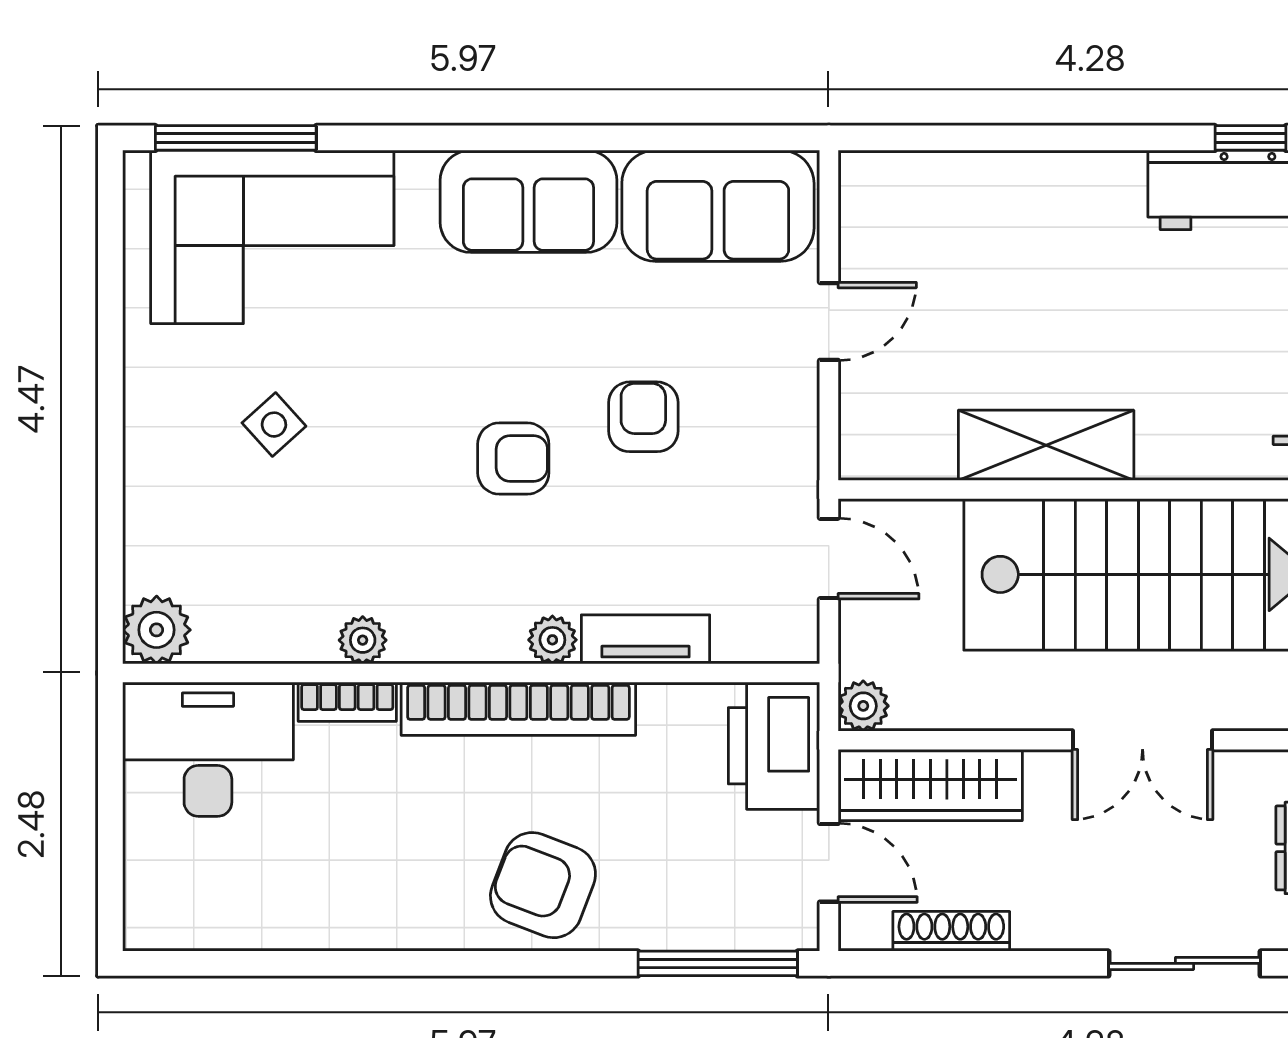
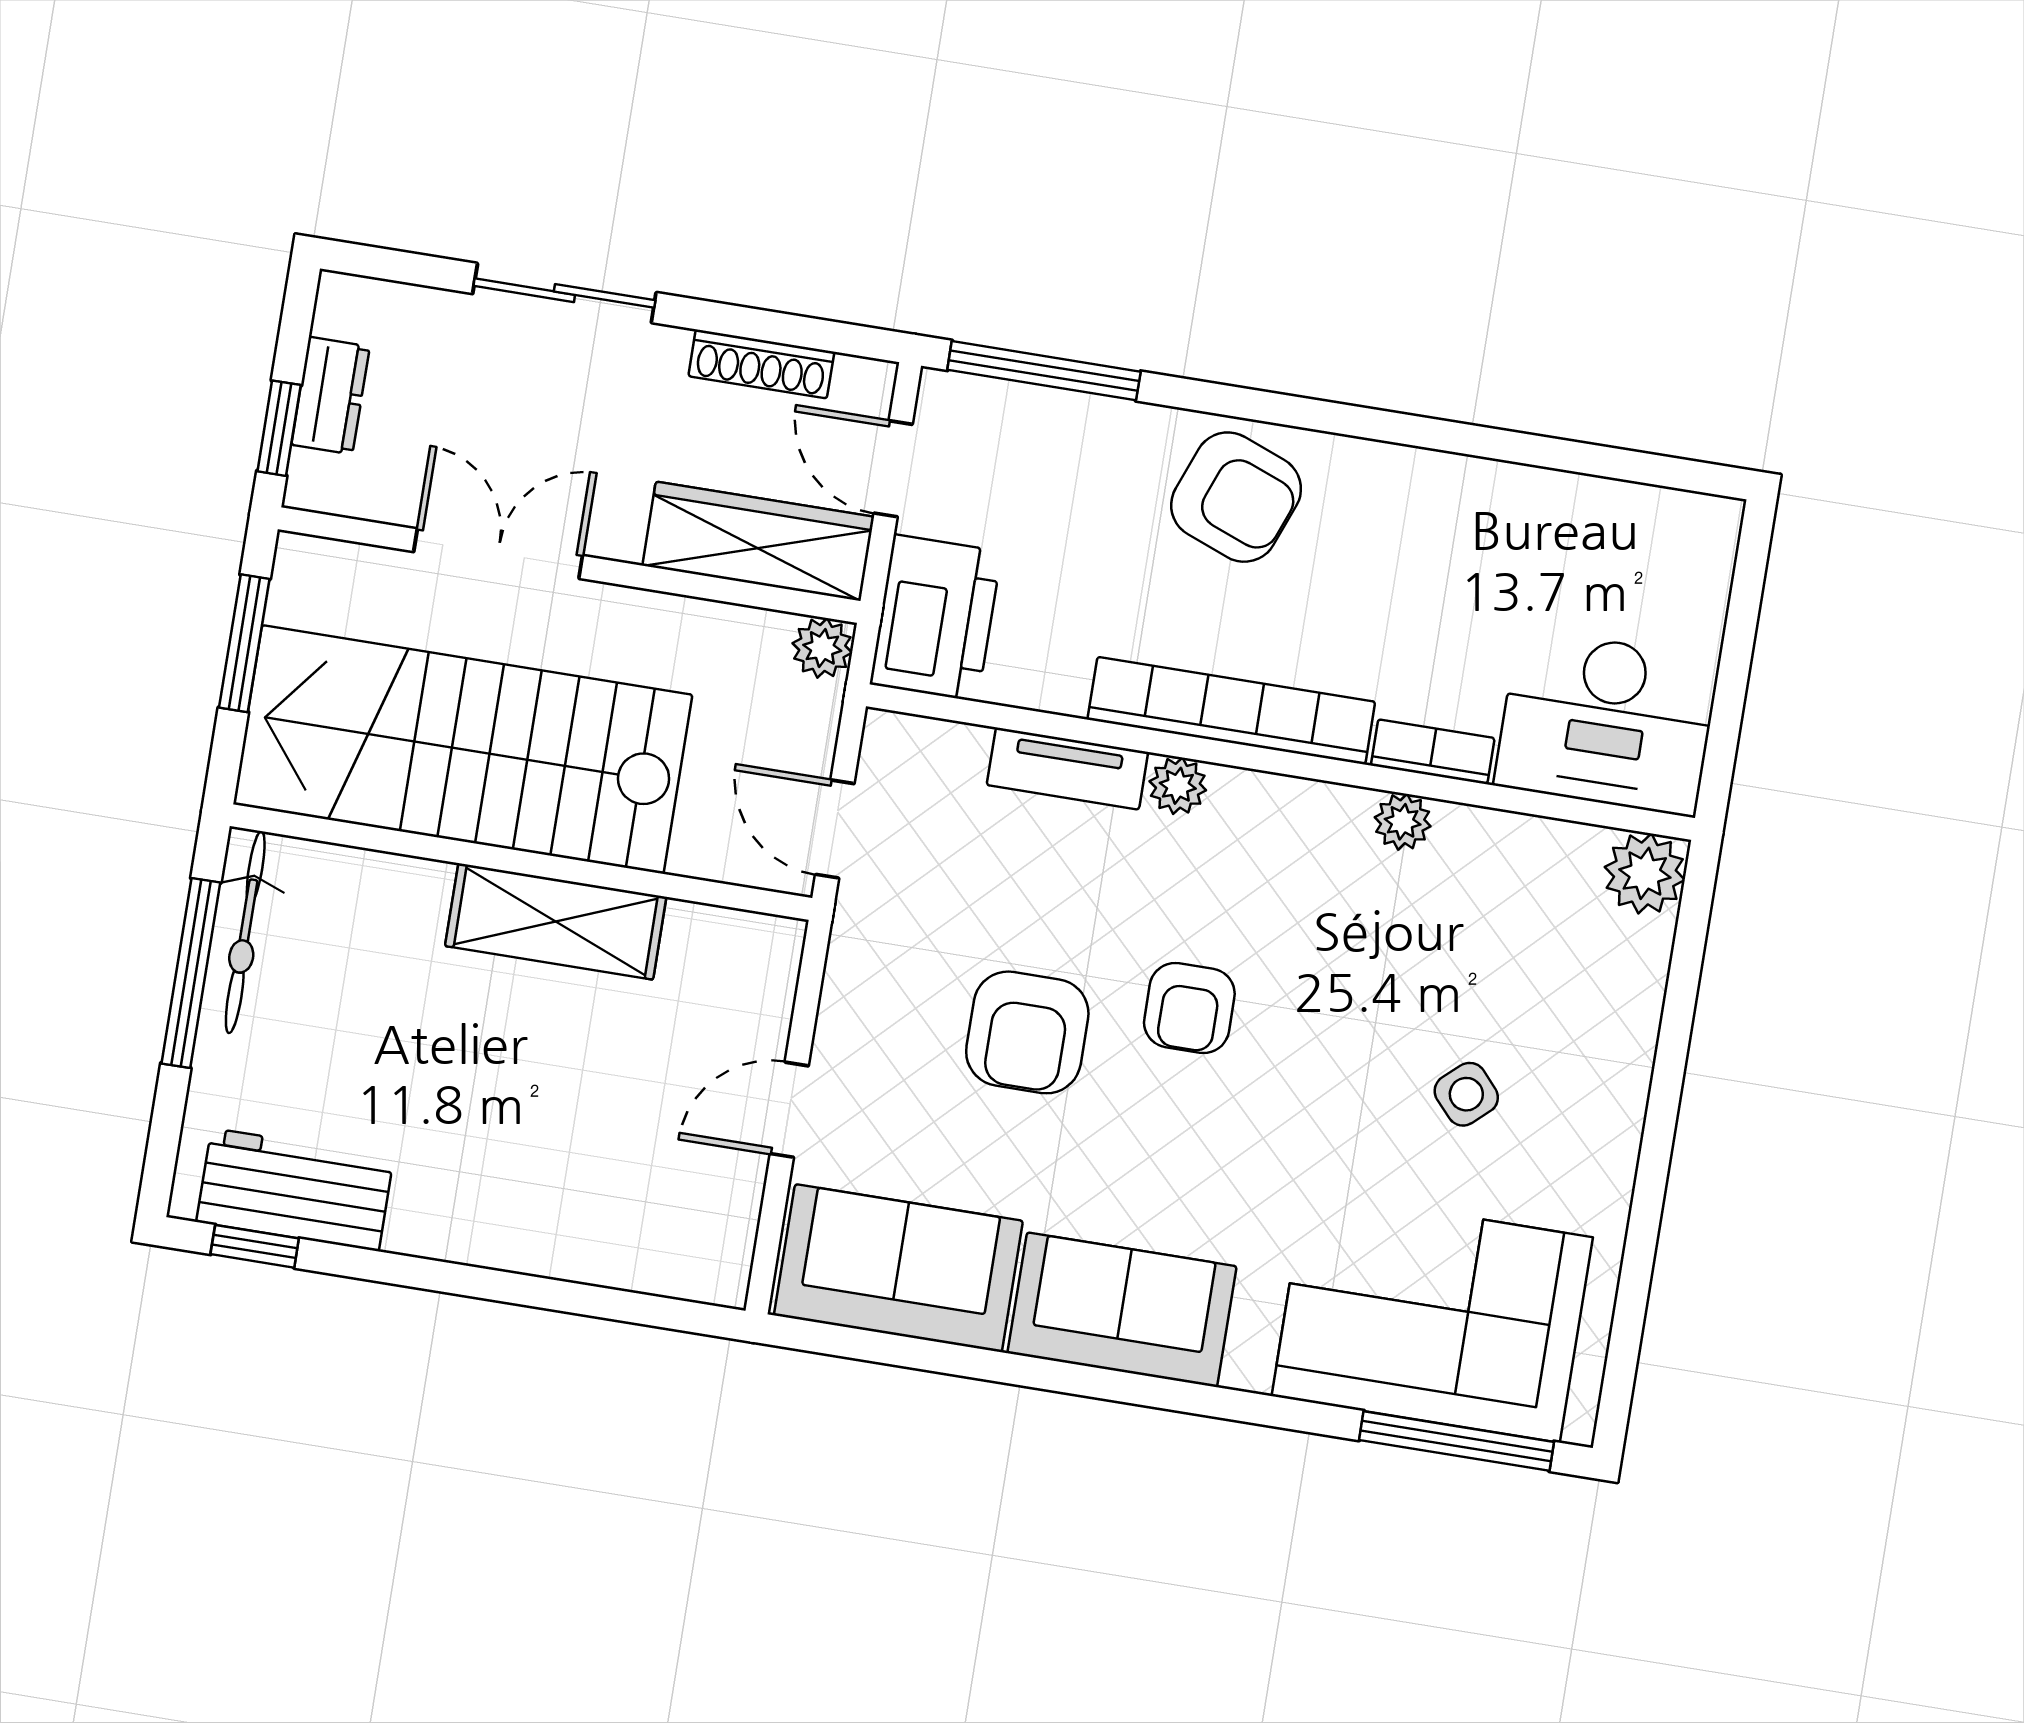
armchair: (643, 417) -> (1027, 1032), width x1.38, depth x1.38
armchair: (513, 459) -> (1189, 1008), turned -90
sliding door: (1184, 963) -> (564, 293), moved

